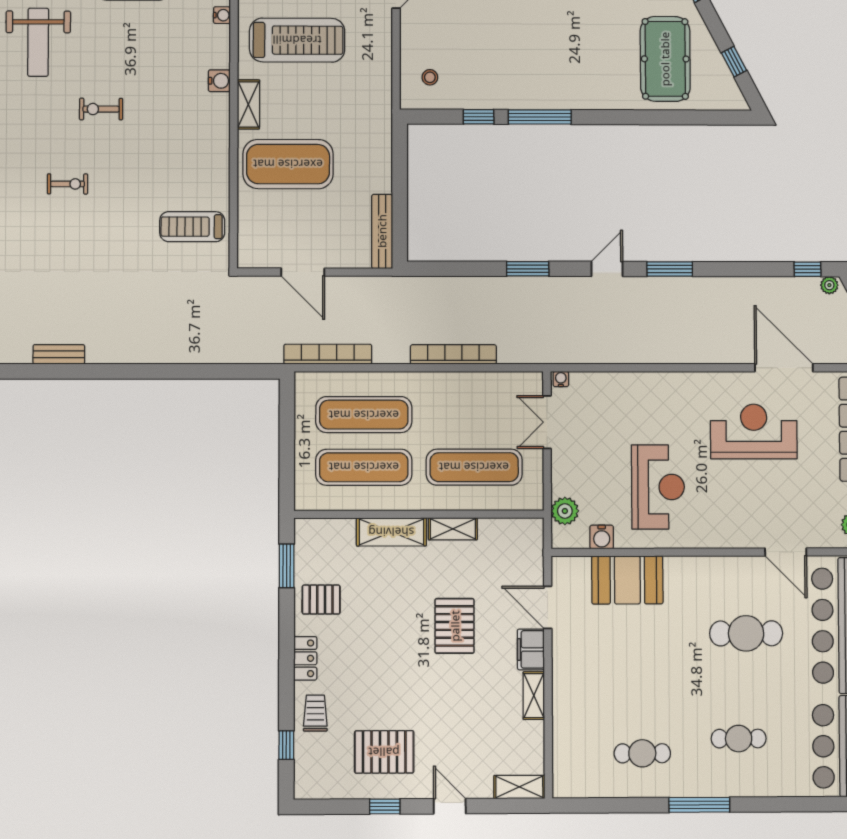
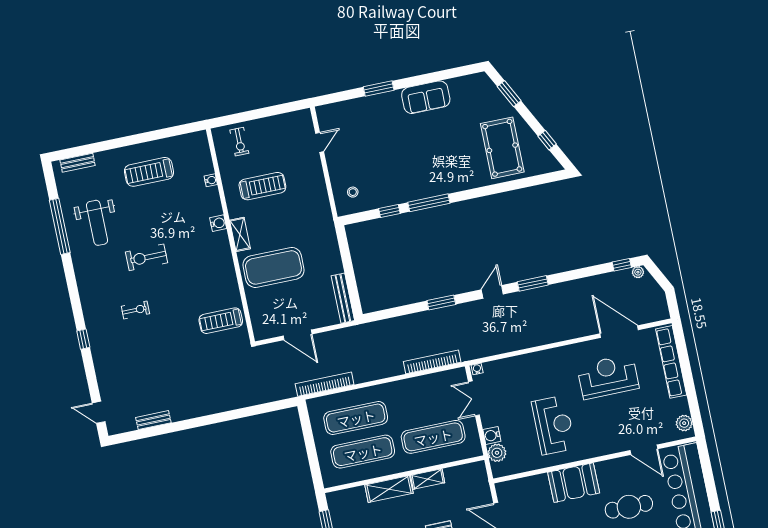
treadmill: (297, 40) -> (262, 186), width x0.73, depth x0.73
exercise bike: (101, 109) -> (146, 257), width x1.38, depth x1.39
bookcase: (453, 354) -> (432, 362), moved
water cooler: (602, 537) -> (492, 435), moved, turned 90
booth: (627, 580) -> (574, 483), moved

